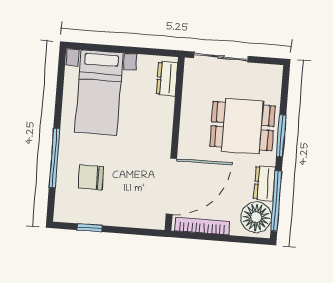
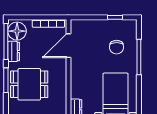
chair: (91, 177) -> (117, 47), turned 90
door: (171, 186) -> (68, 46), width x0.73

